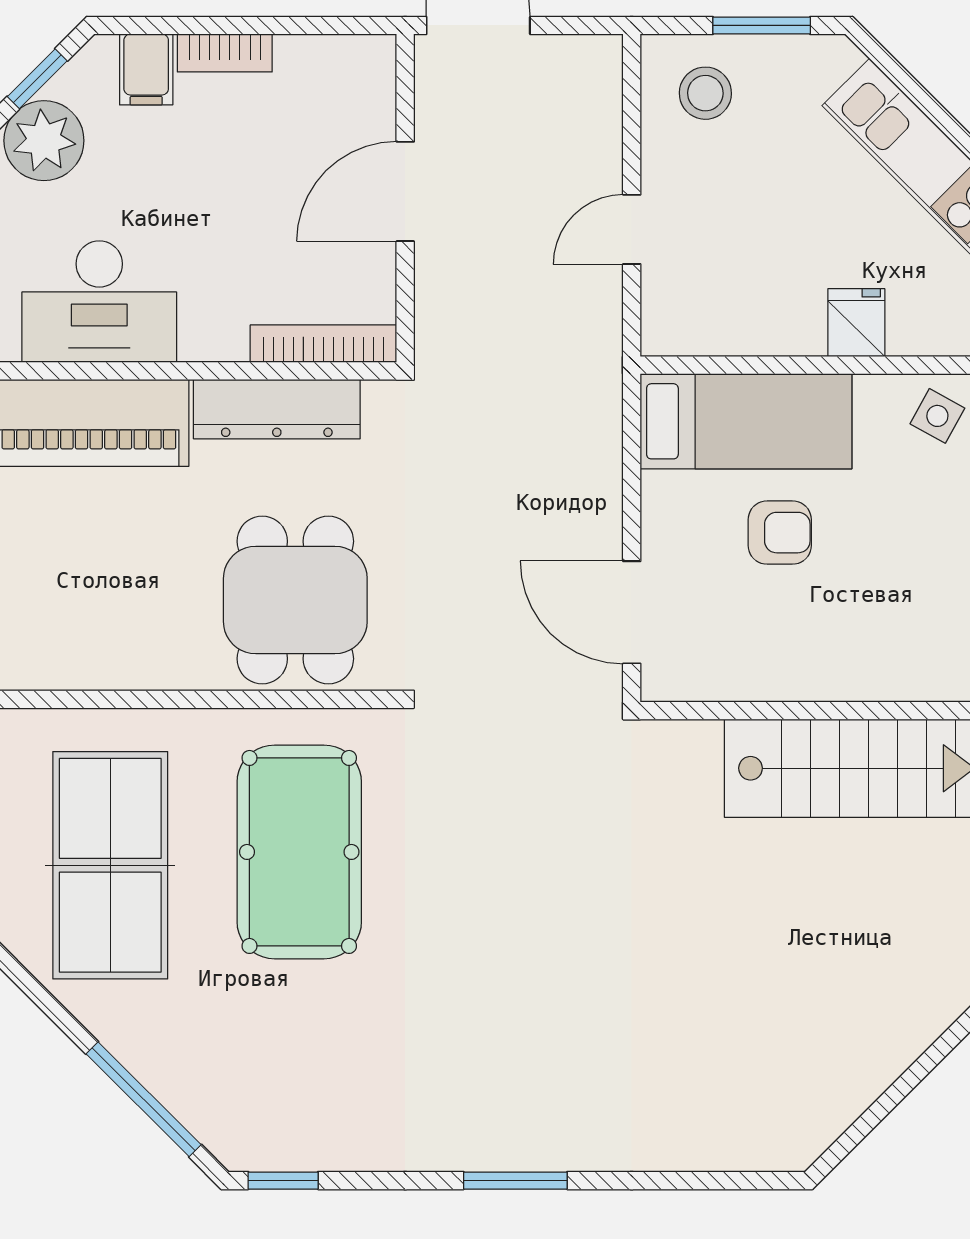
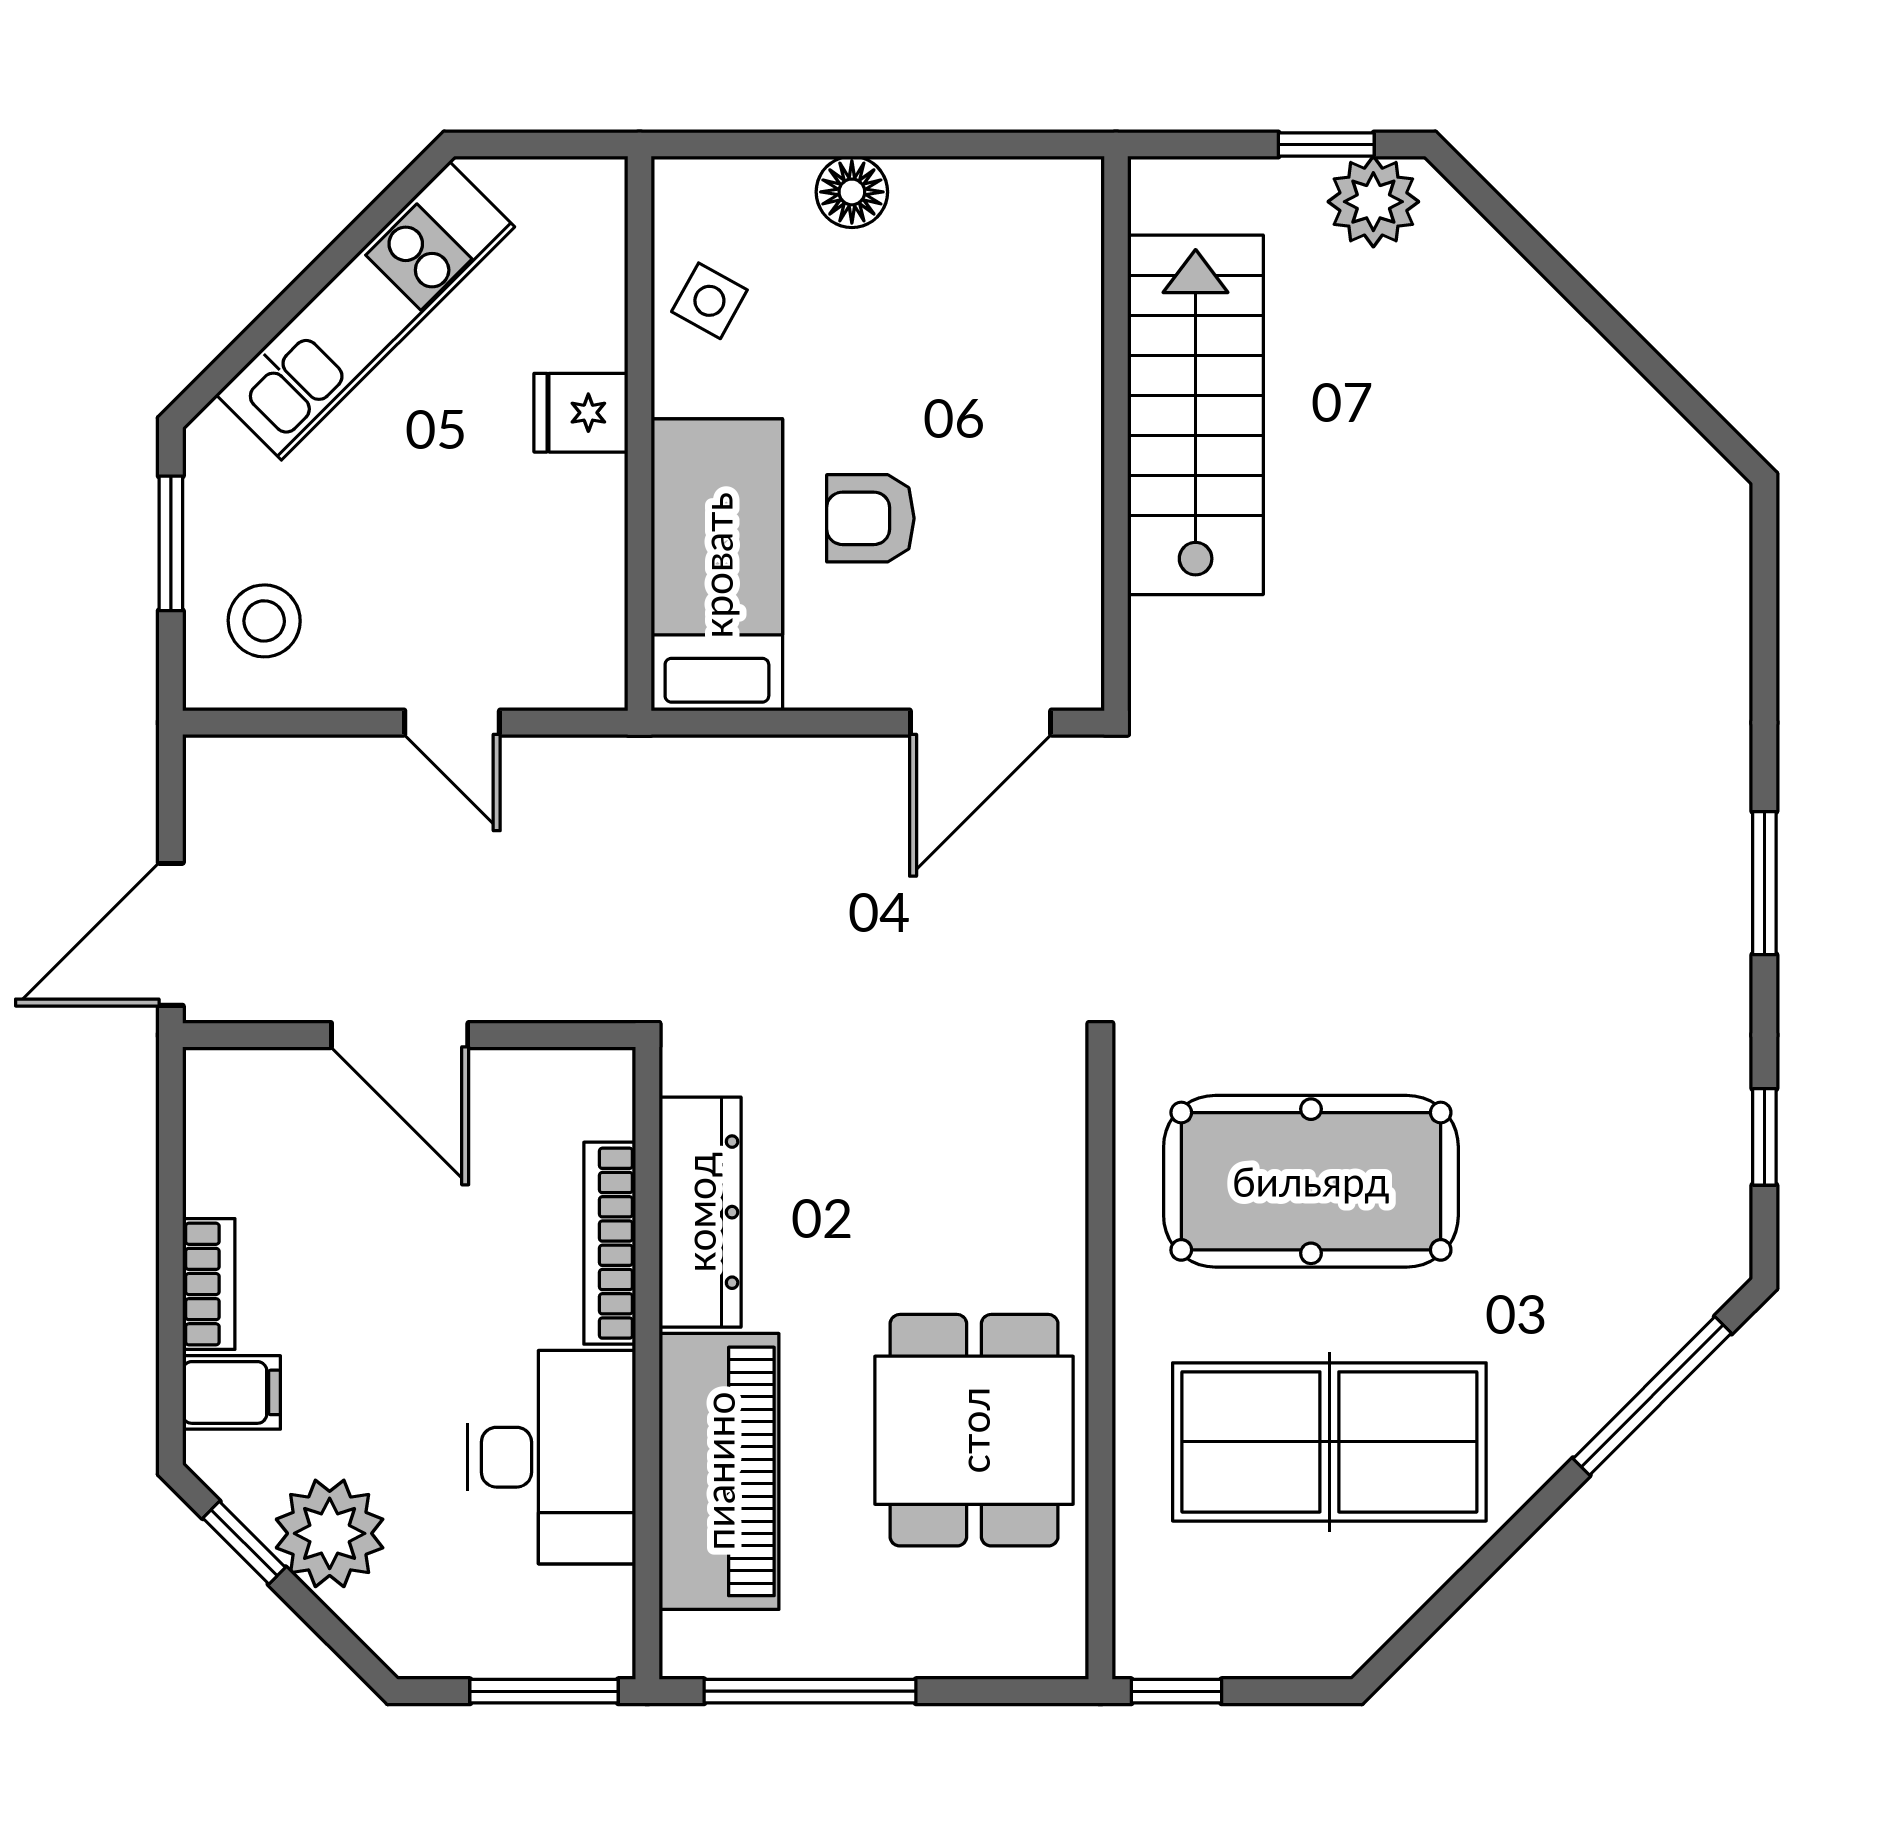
bookcase: (323, 344) -> (610, 1243), moved
armchair: (780, 533) -> (870, 518), turned -90
dining table: (295, 600) -> (974, 1430), moved, turned 90
window: (283, 1181) -> (1764, 1137), moved

